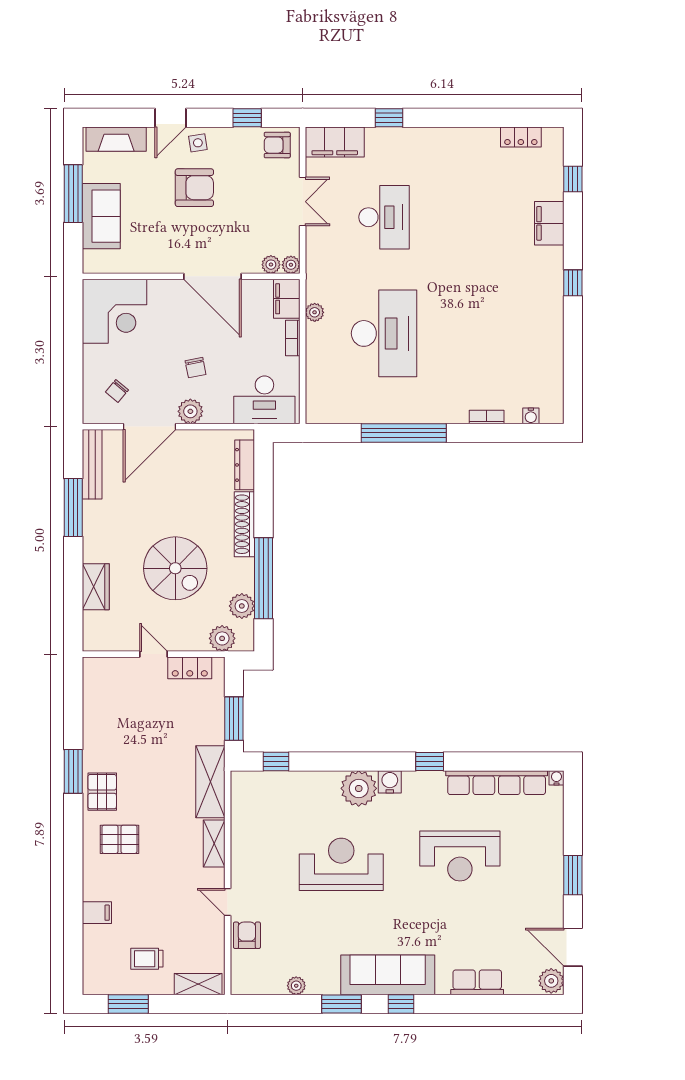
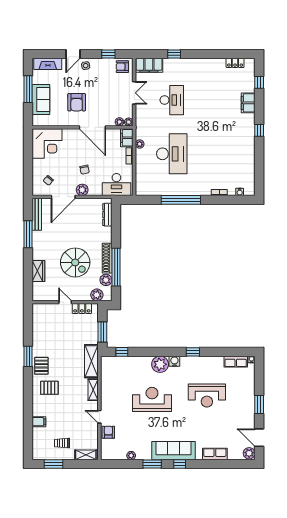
armchair: (194, 188) -> (77, 102), moved, turned 90
shoe rack: (244, 524) -> (107, 258), moved
row of seats: (497, 783) -> (236, 362), width x0.50

